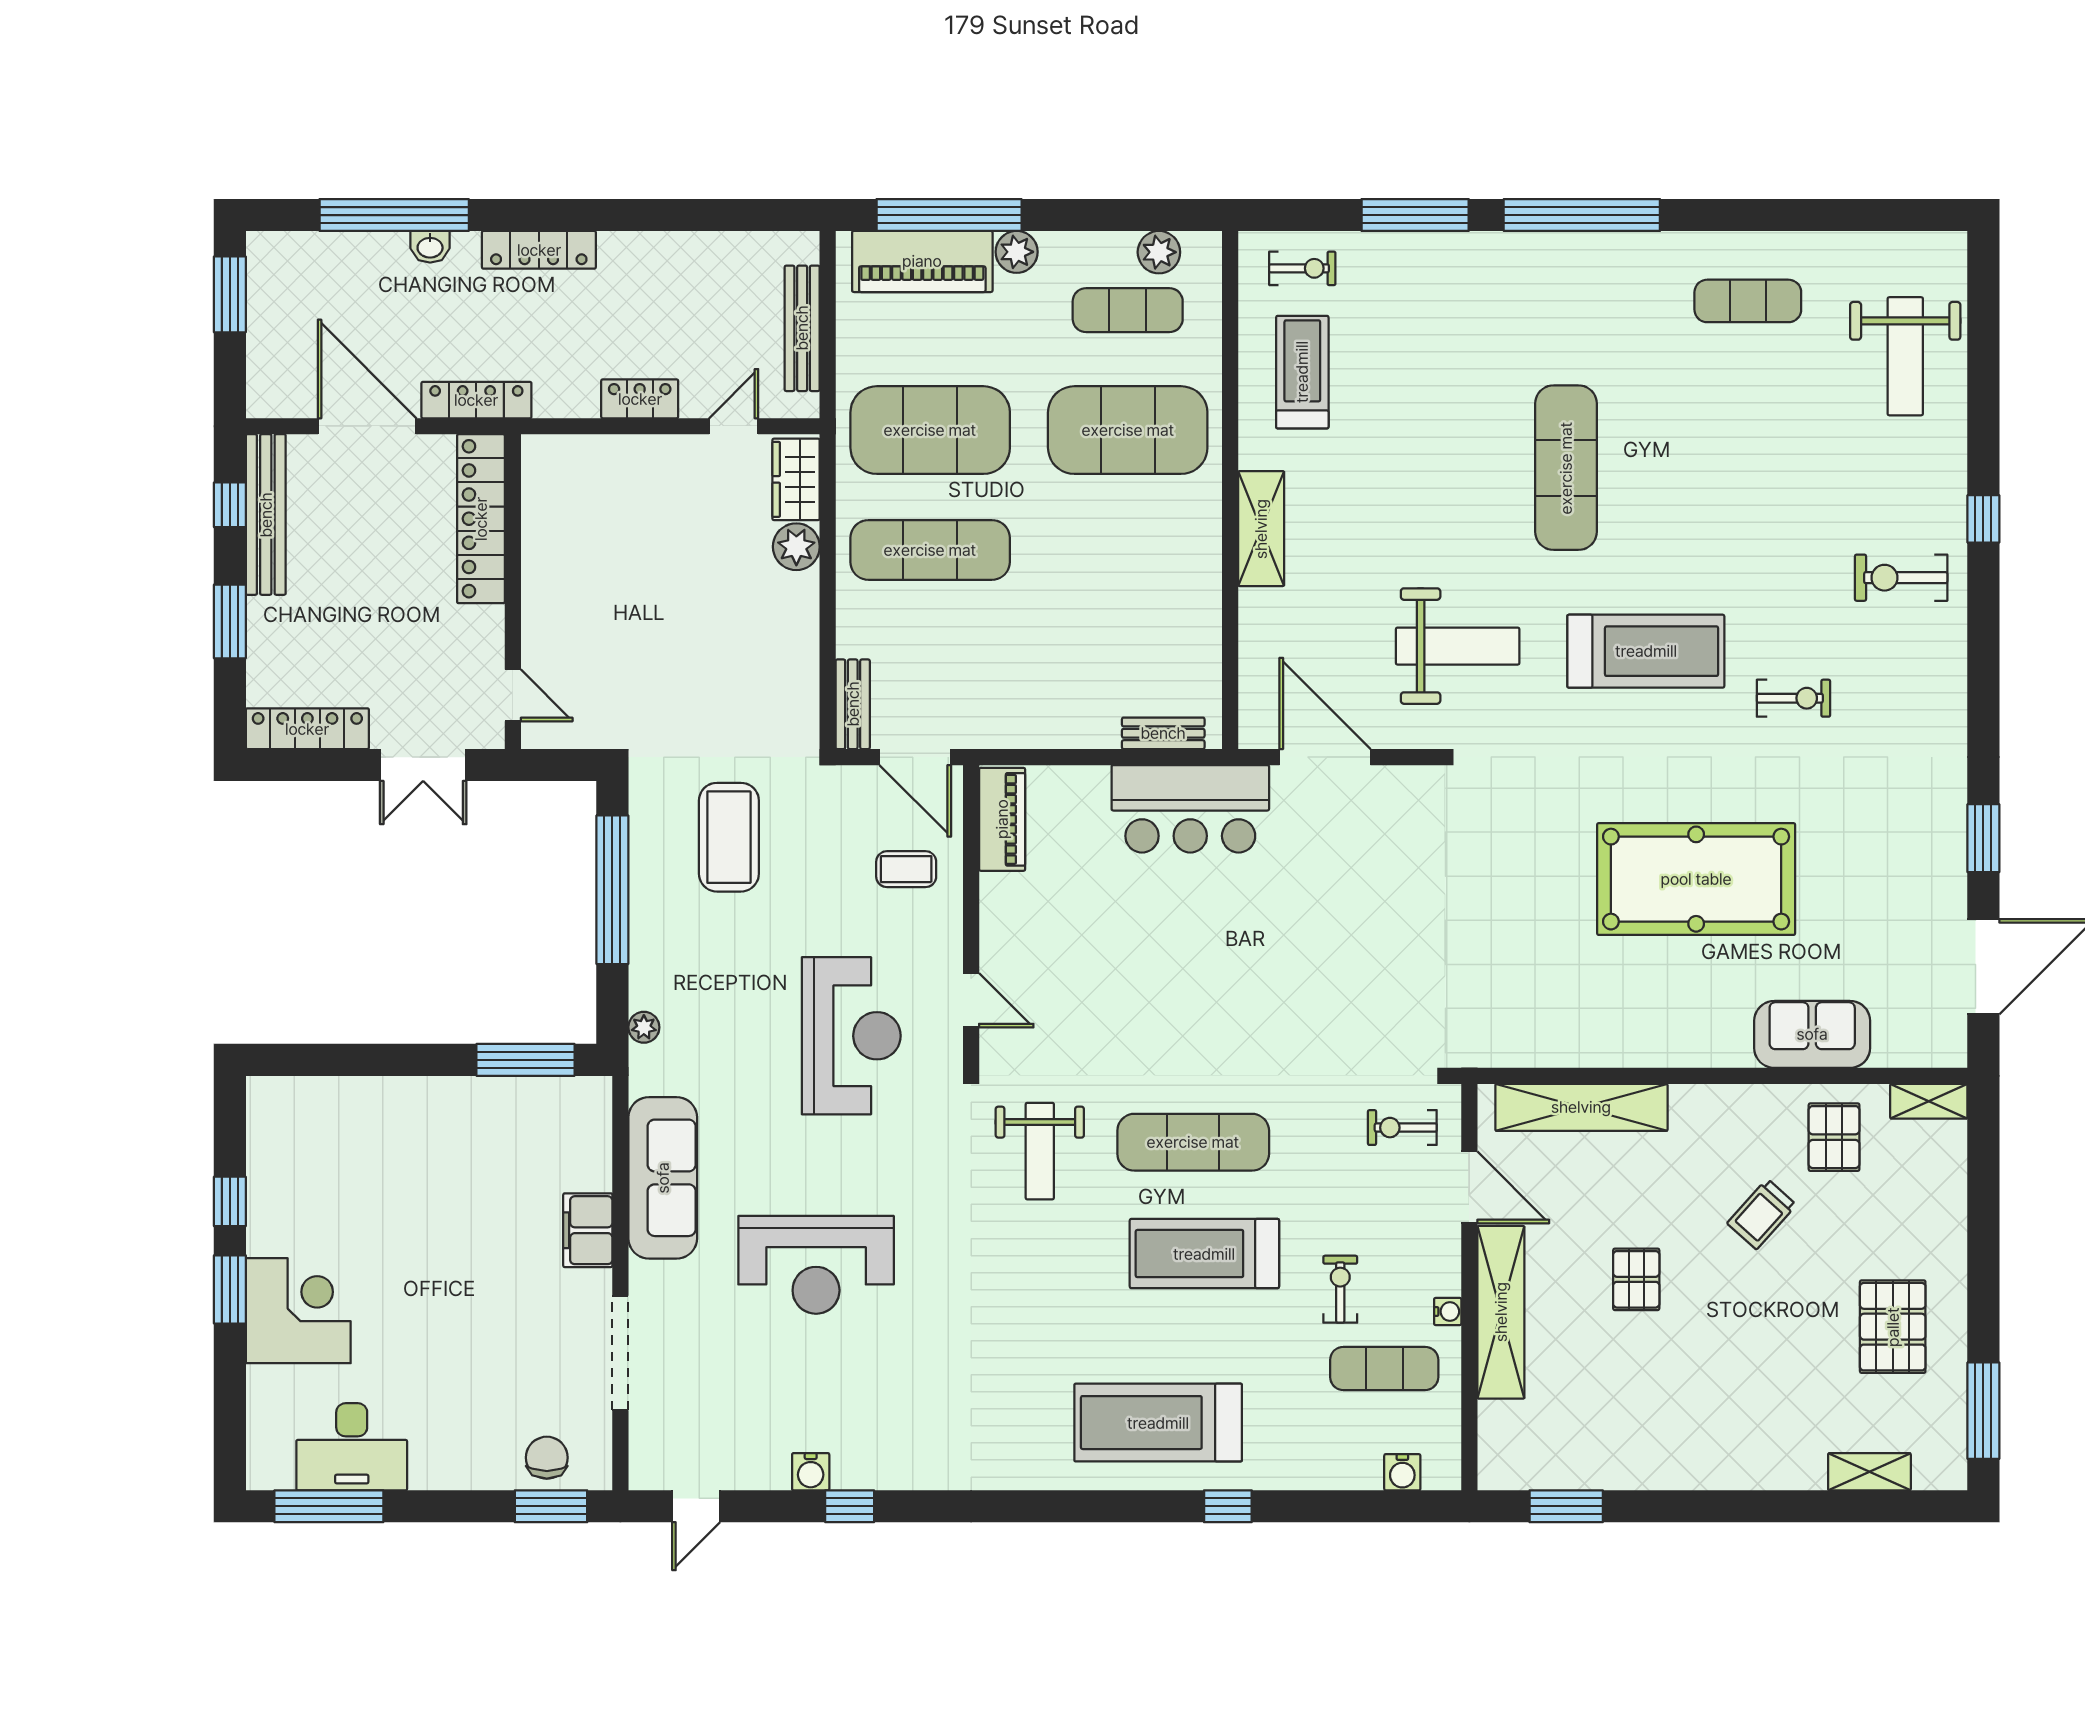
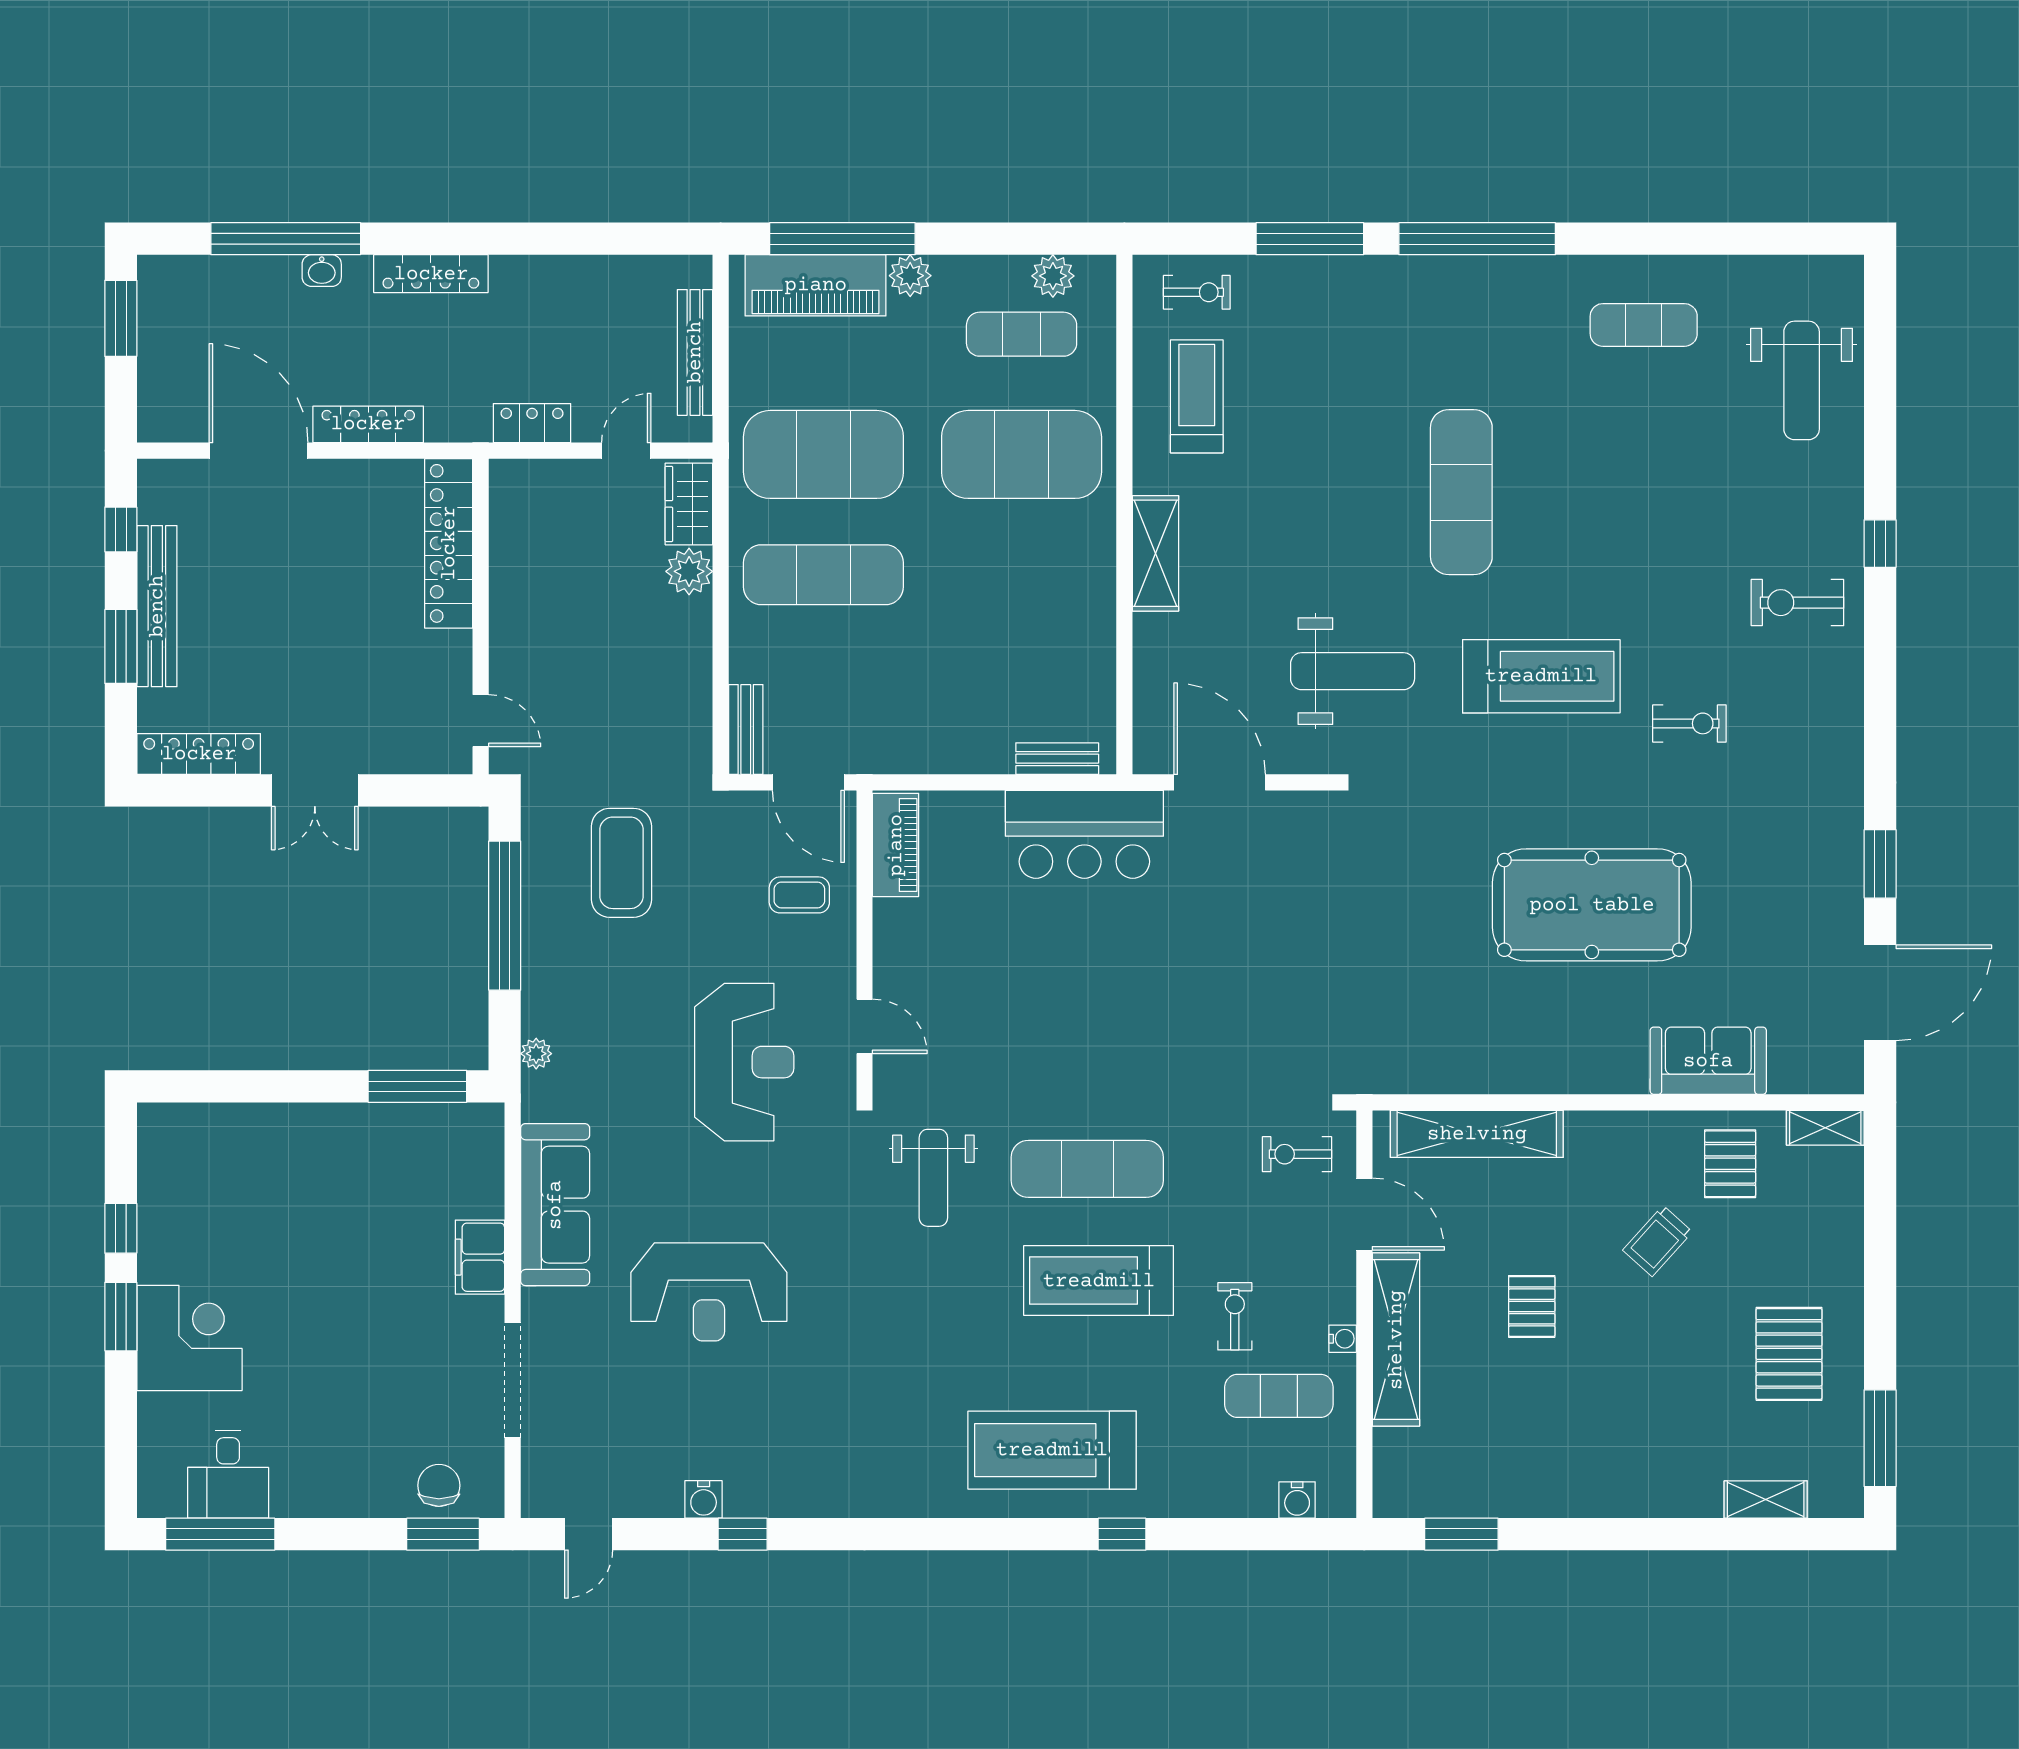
bench: (266, 515) -> (157, 606), moved
locker: (481, 519) -> (449, 543), moved
wall: (513, 592) -> (481, 617), moved
door: (513, 695) -> (481, 721), moved
desk: (352, 1447) -> (228, 1474), width x0.73

